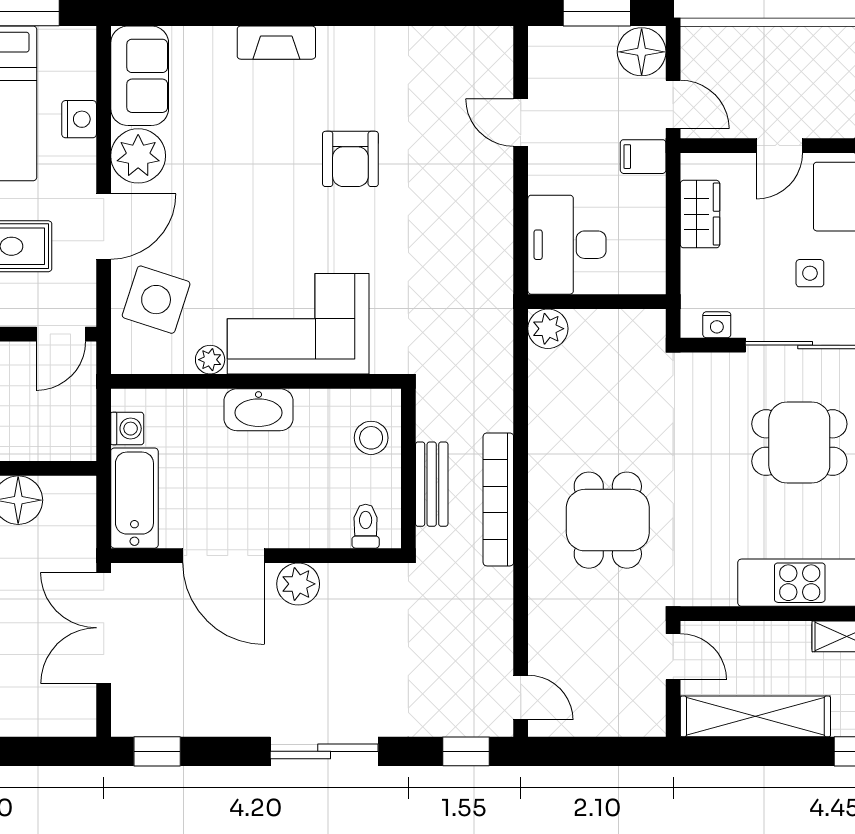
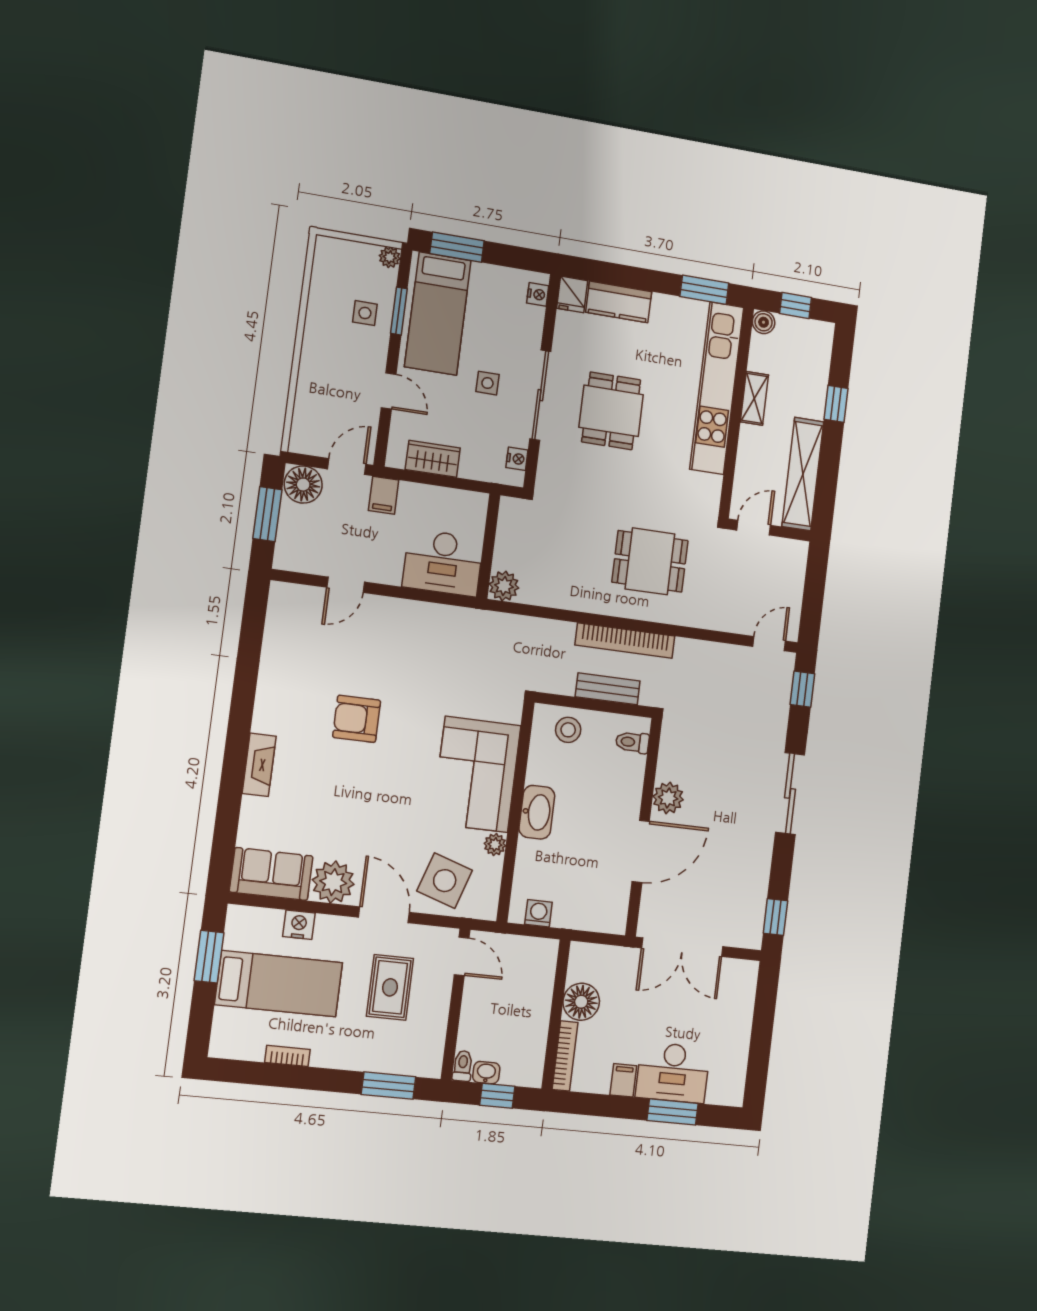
armchair: (350, 159) -> (357, 719), turned 180
bathtub: (134, 498) -> (591, 914), removed

